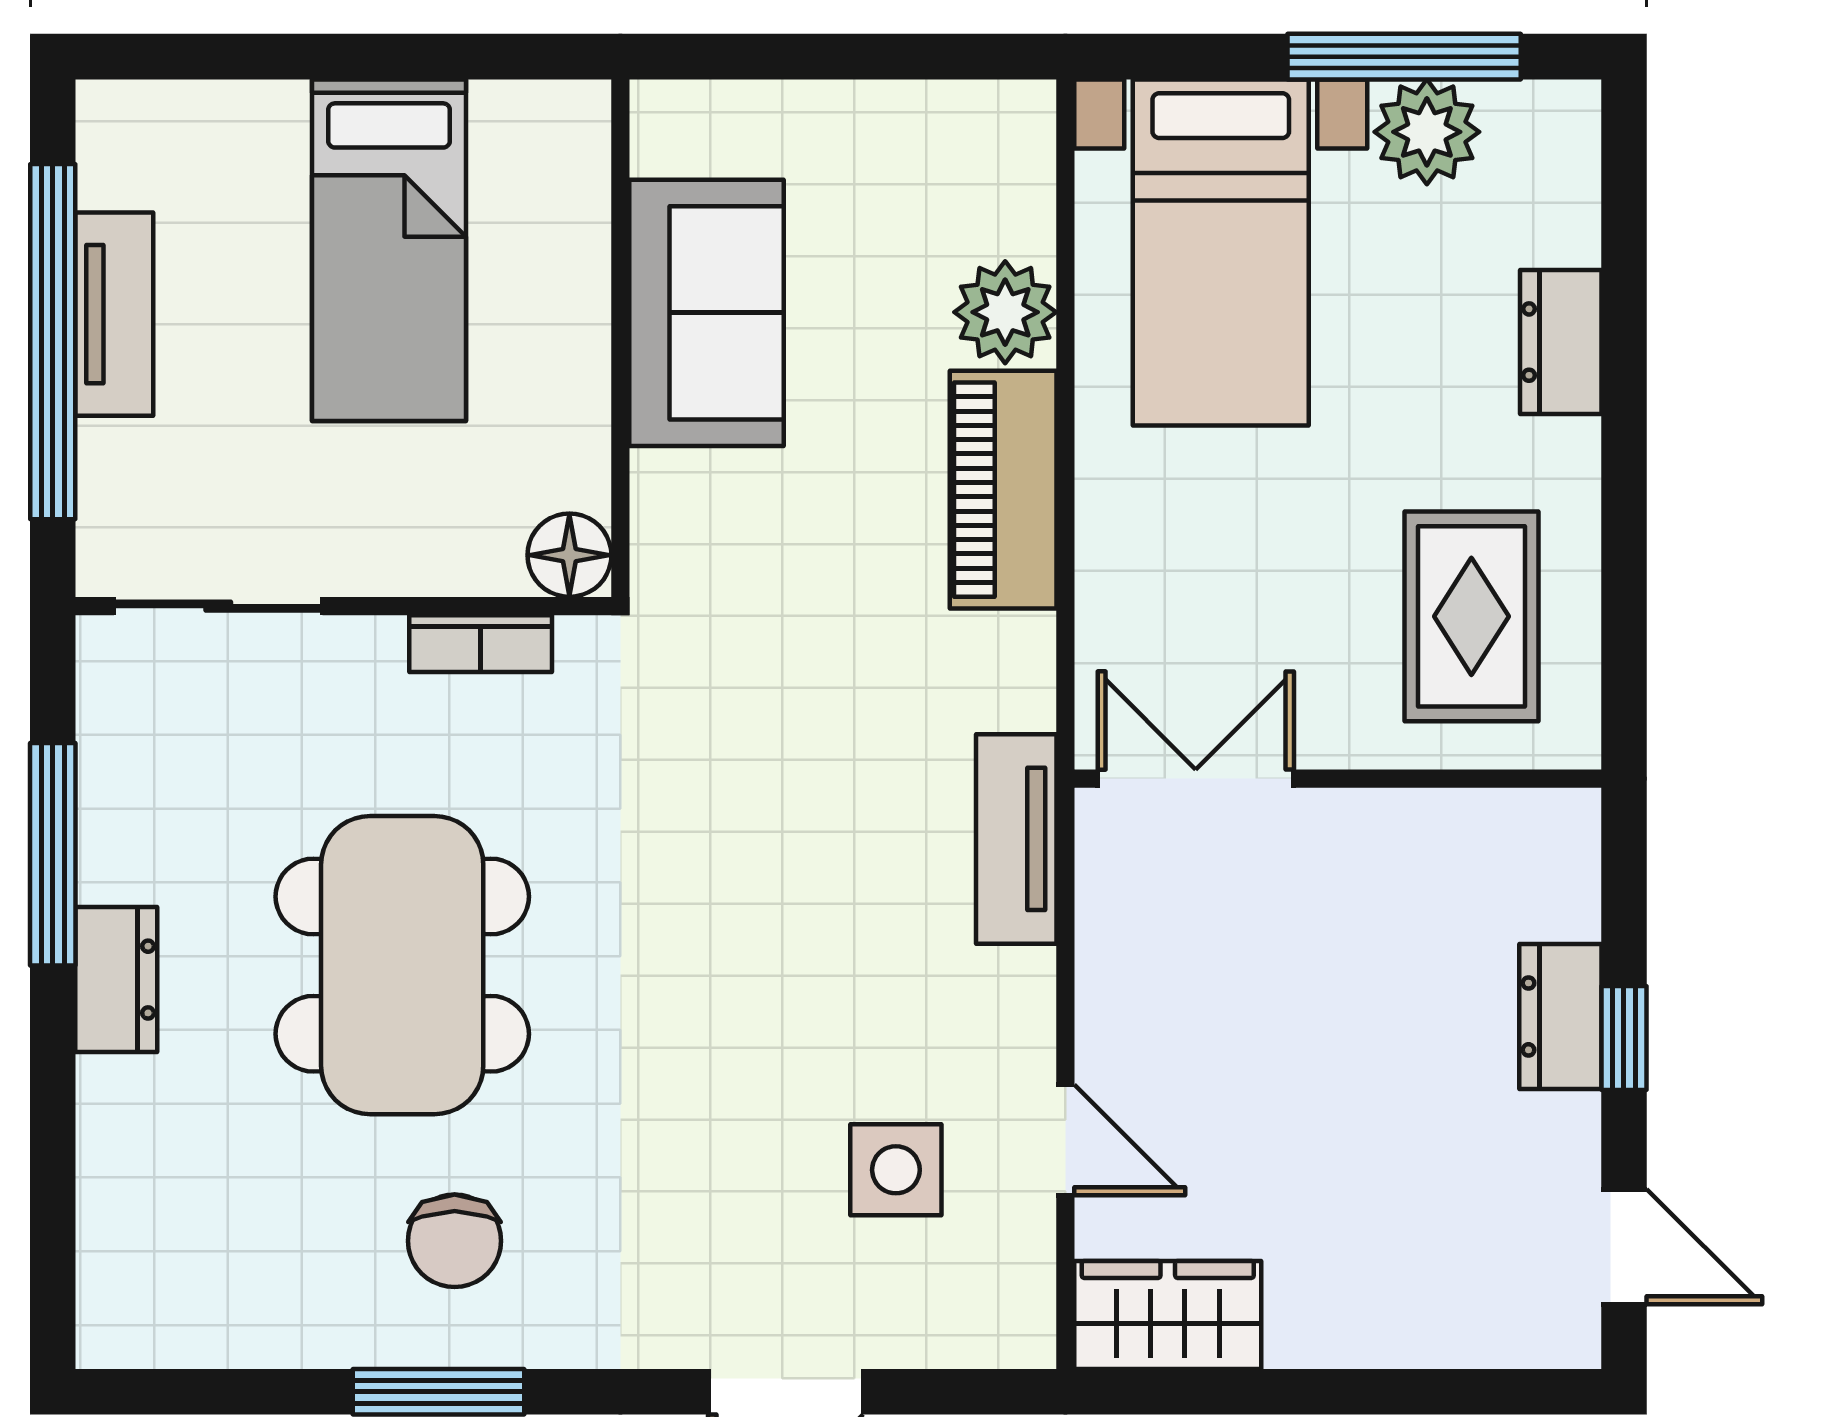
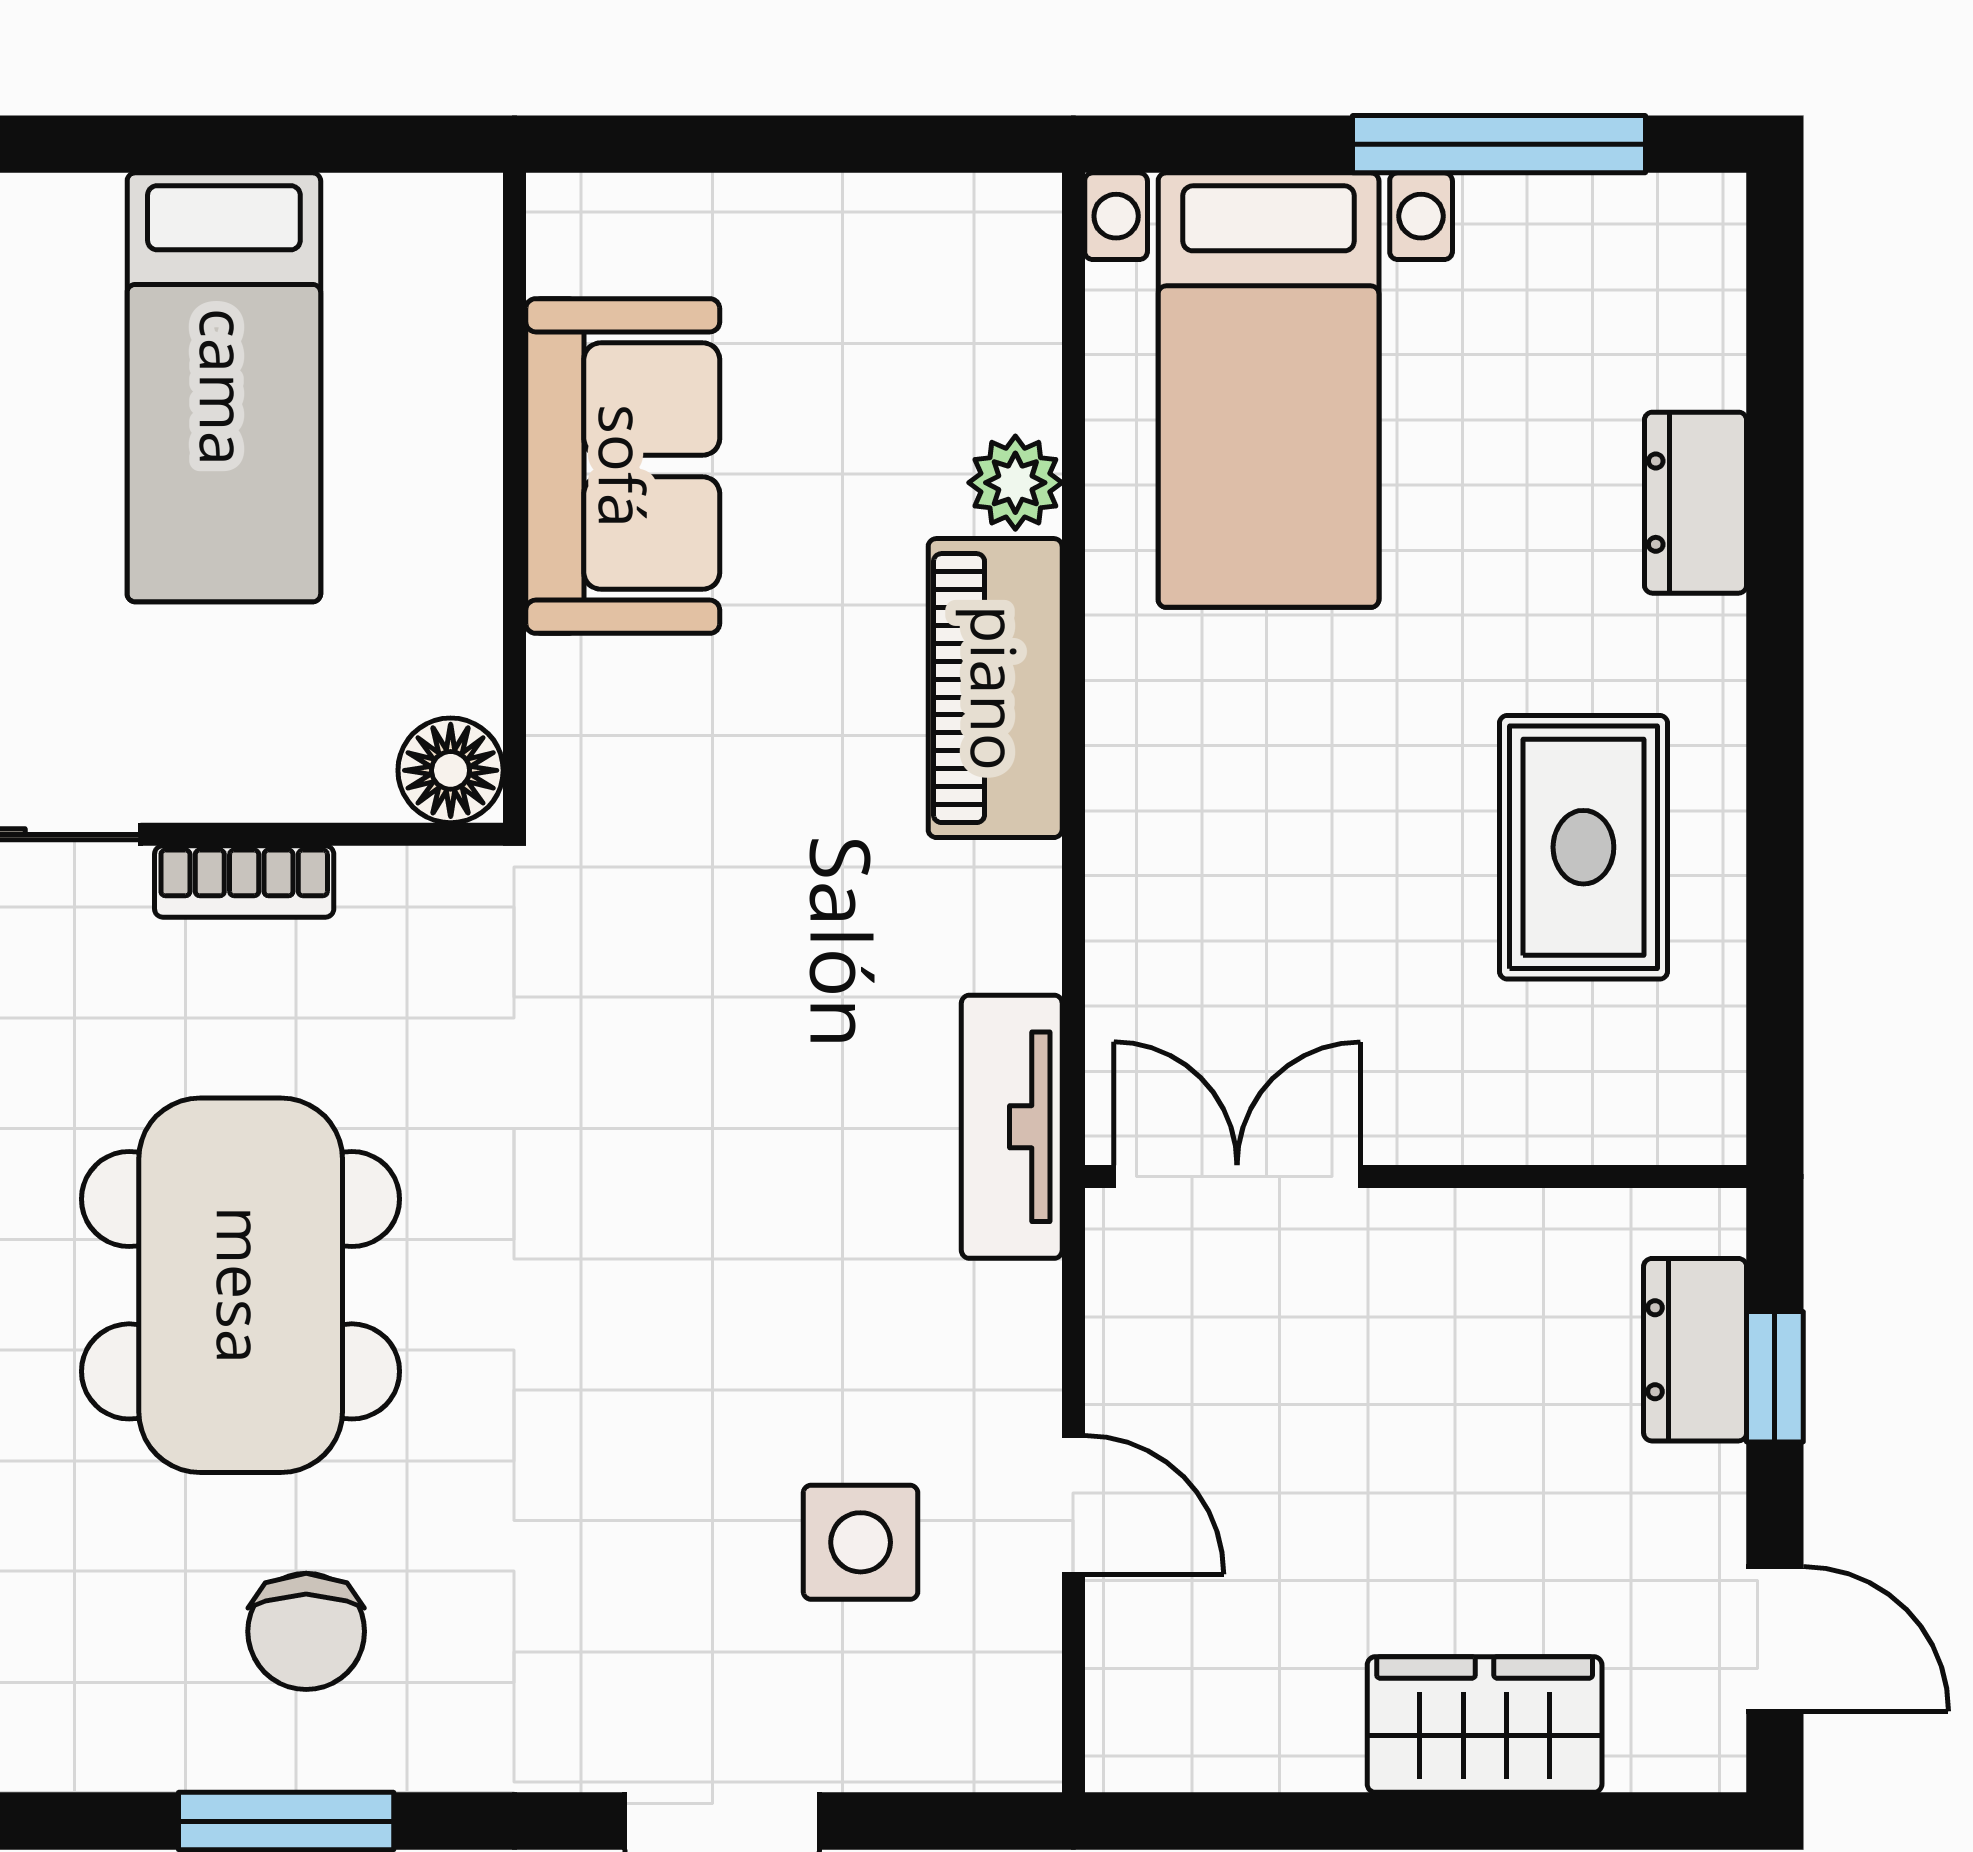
plant: (1427, 132) -> (1527, 239), removed
plant: (1005, 312) -> (1015, 483), width x0.73, depth x0.73
bookcase: (481, 644) -> (244, 881), moved
double door: (1196, 779) -> (1237, 1177), moved
wall: (1338, 779) -> (1416, 1177), moved
wardrobe: (1168, 1315) -> (1485, 1725), moved

